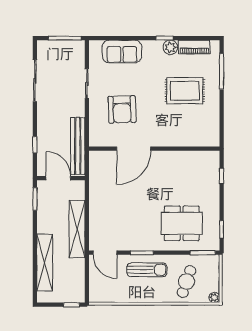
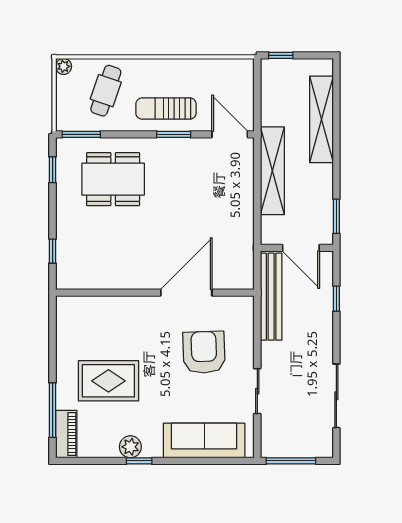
piano: (194, 47) -> (66, 434), moved, turned 90
sofa: (122, 51) -> (204, 440), width x1.36

